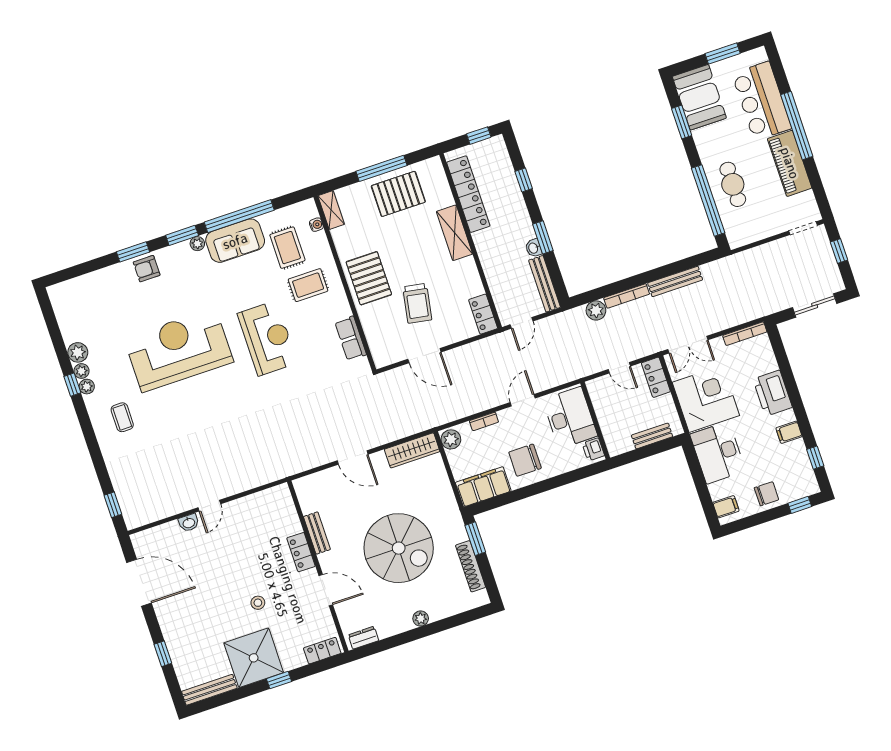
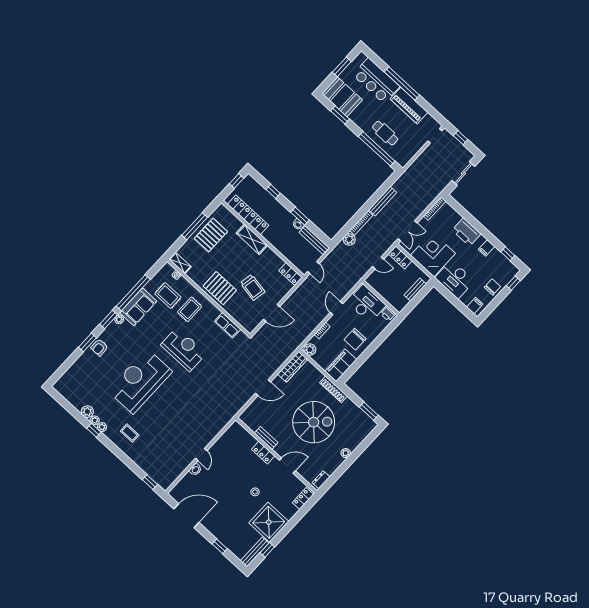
window: (475, 539) -> (369, 411), moved
shoe rack: (471, 566) -> (334, 389), moved
window: (279, 680) -> (267, 550), moved

